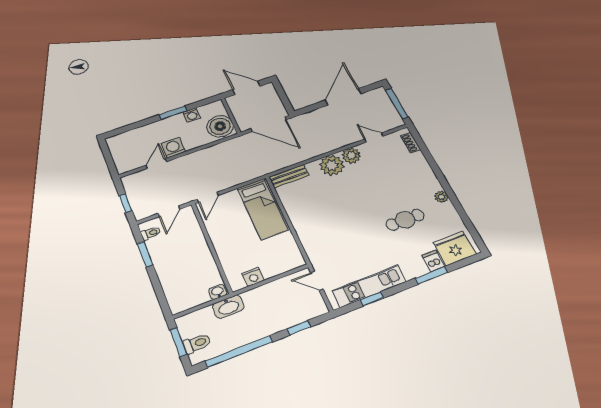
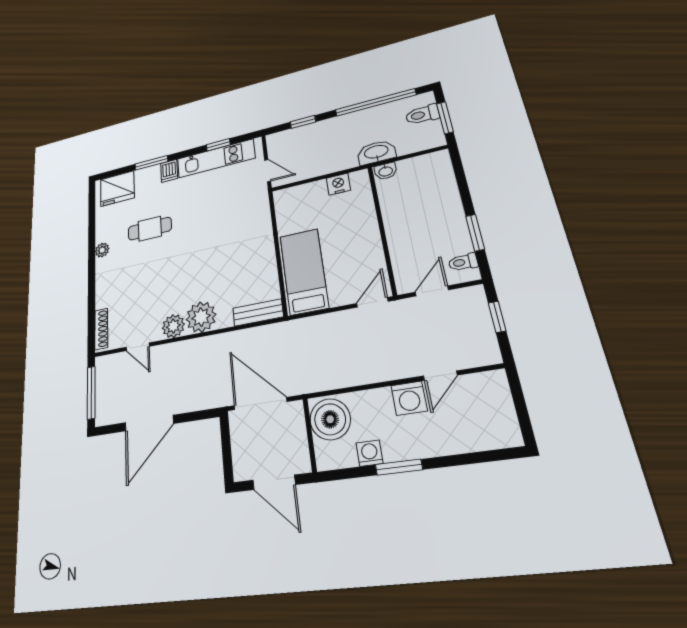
shoe rack: (411, 143) -> (101, 329), width x1.43
dishwasher: (433, 261) -> (169, 171), moved

